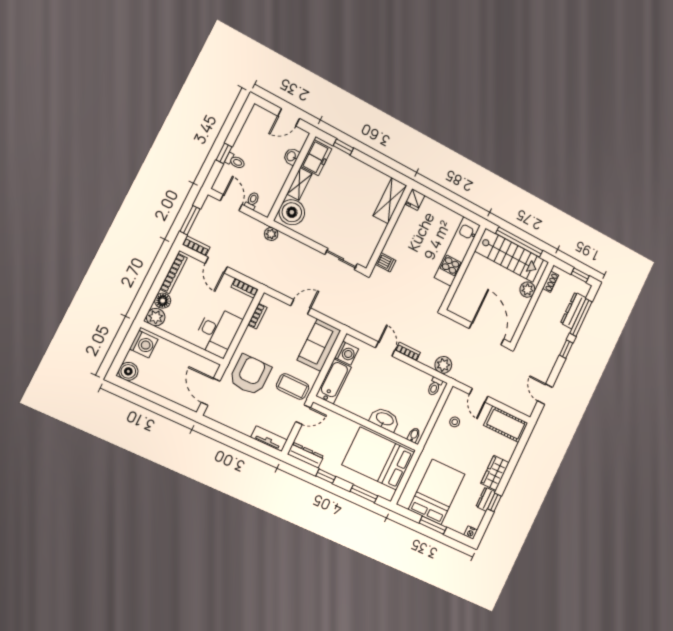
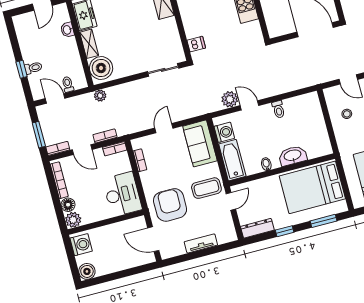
bookcase: (408, 351) -> (105, 136), moved
plant: (443, 365) -> (230, 99), moved
toilet: (435, 387) -> (278, 109), moved
bidet: (414, 435) -> (266, 164), moved
tv unit: (269, 439) -> (201, 243), moved

